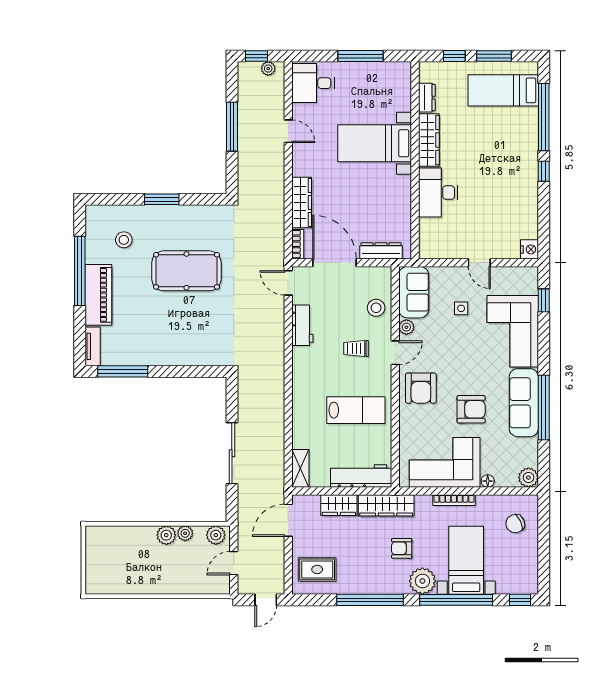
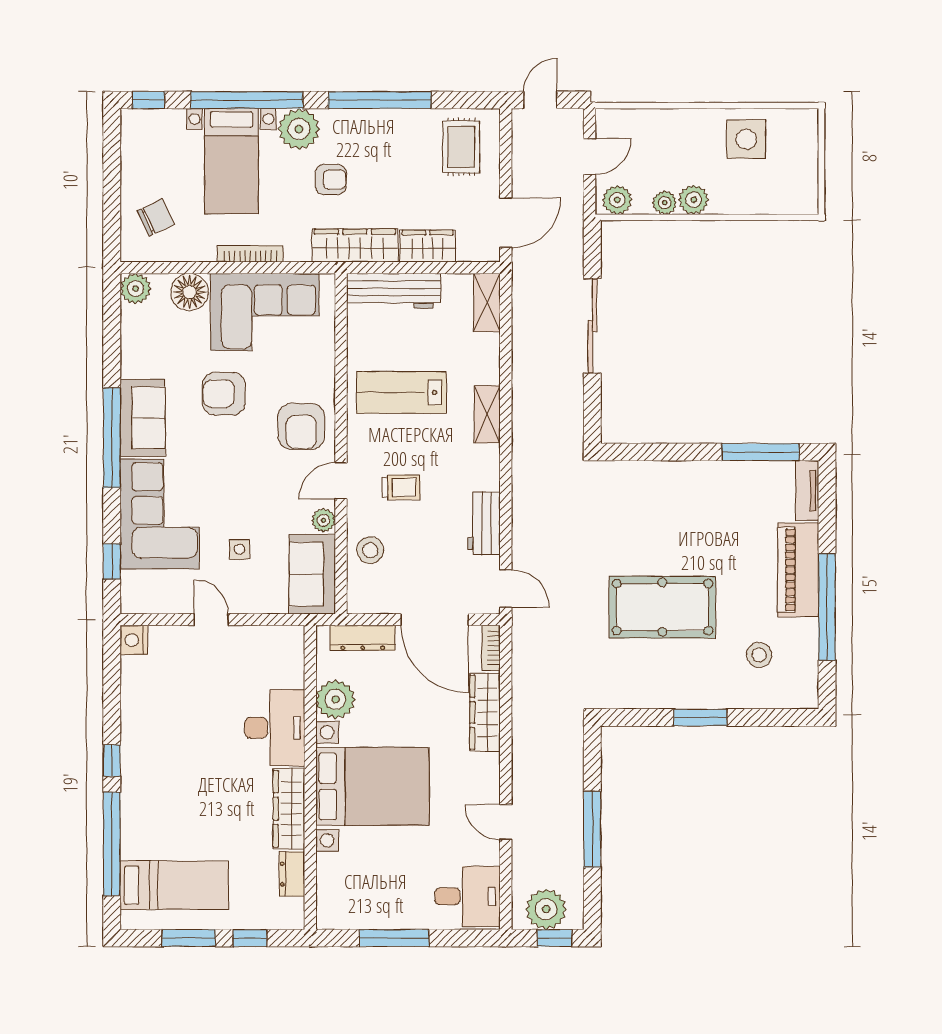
plant: (268, 69) -> (546, 909), width x1.88, depth x1.88
bed with nightstands: (375, 143) -> (372, 786), width x1.36
plant: (399, 211) -> (335, 699), added
armchair: (421, 388) -> (301, 426), turned 180
shelving: (300, 396) -> (487, 414), added
sofa: (524, 403) -> (143, 418), width x0.73
window: (544, 408) -> (112, 438), moved
floor lamp: (488, 481) -> (190, 292), width x1.89, depth x1.89
rug: (317, 569) -> (461, 147), turned 90
side table: (132, 574) -> (746, 139), added

